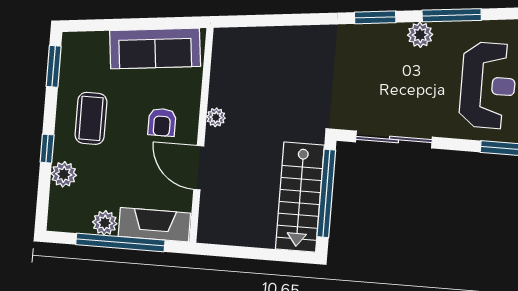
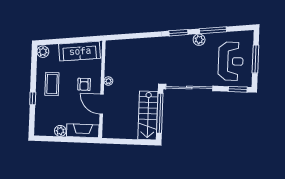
window: (54, 66) -> (34, 61), removed
sliding door: (394, 139) -> (189, 88), width x1.36
plant: (64, 174) -> (43, 52), moved
window: (120, 242) -> (68, 139), removed

